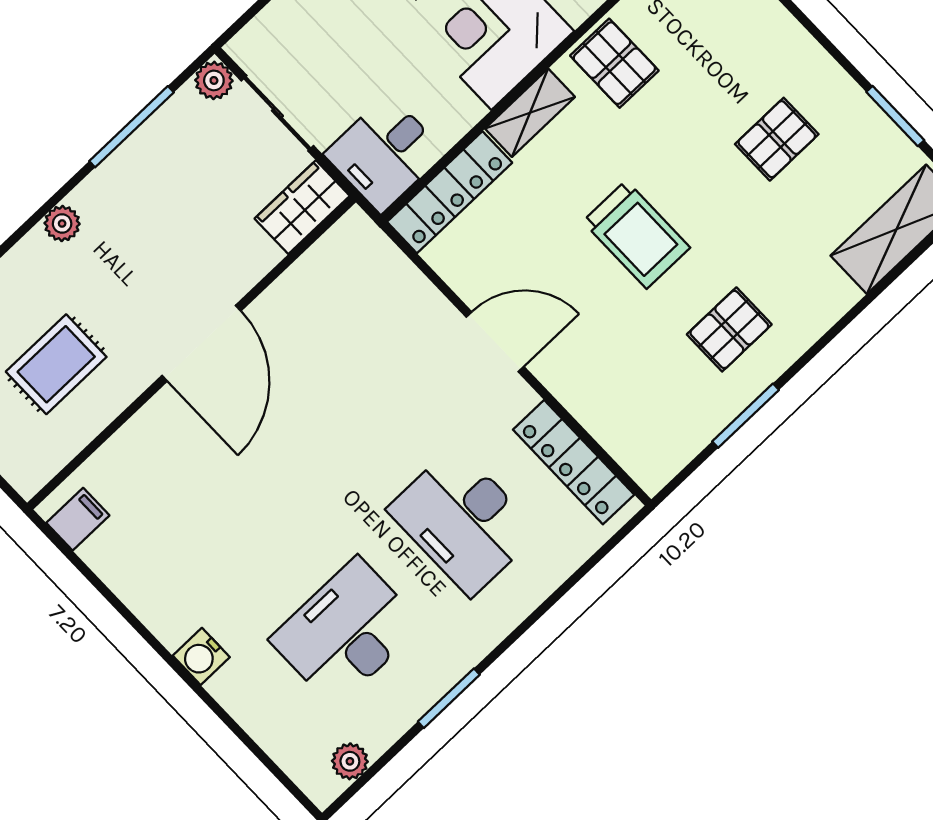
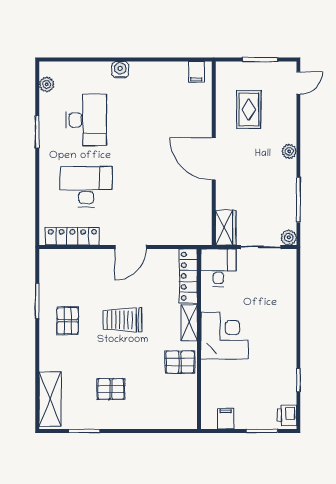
pallet: (777, 139) -> (111, 389), turned 90

